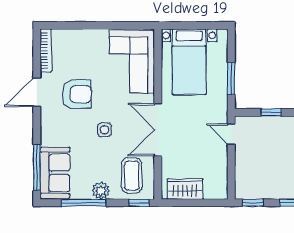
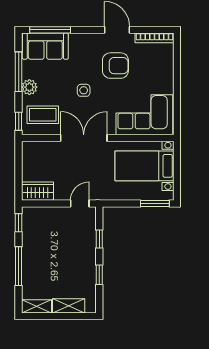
window: (231, 79) -> (155, 203), moved
armchair: (77, 94) -> (115, 66), turned -90
wardrobe: (185, 189) -> (38, 191), moved, turned -90

